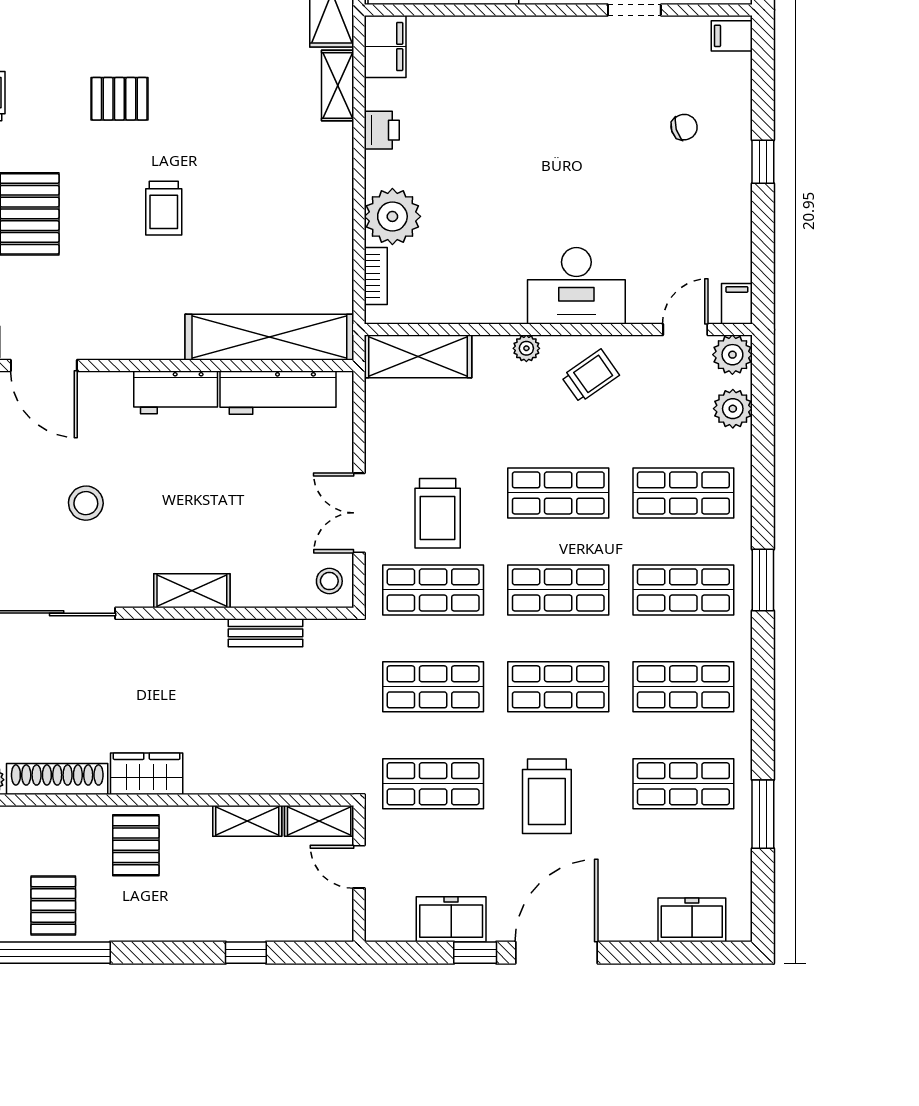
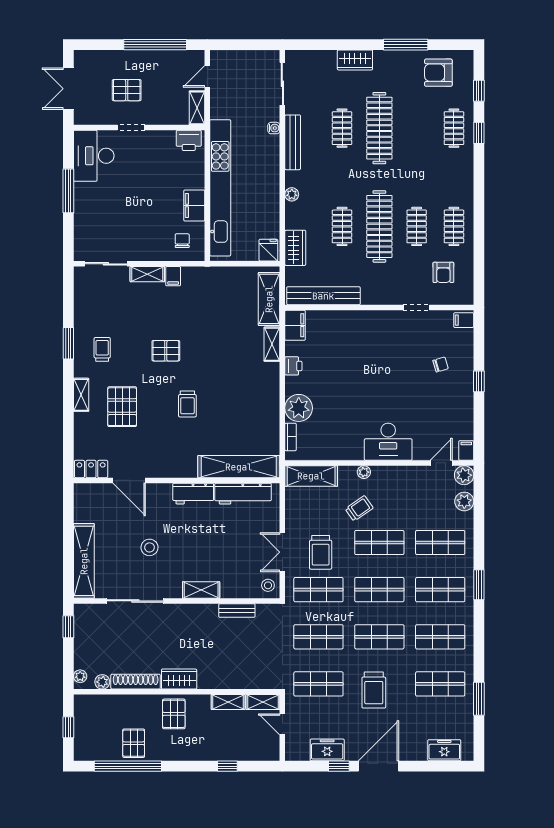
trolley: (590, 376) -> (359, 508), moved

